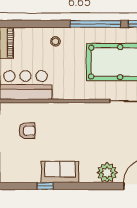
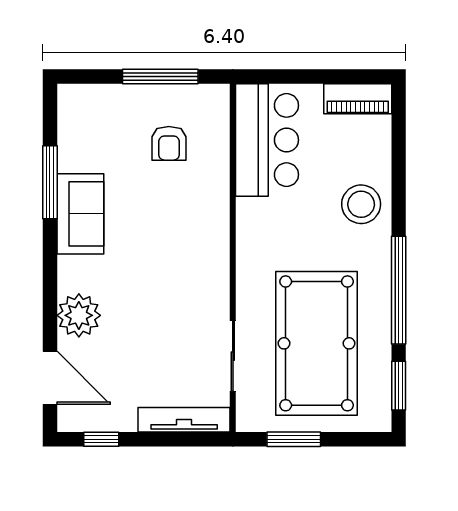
stool: (55, 41) -> (361, 204), width x1.89, depth x1.89
window: (45, 186) -> (50, 182), width x2.17

